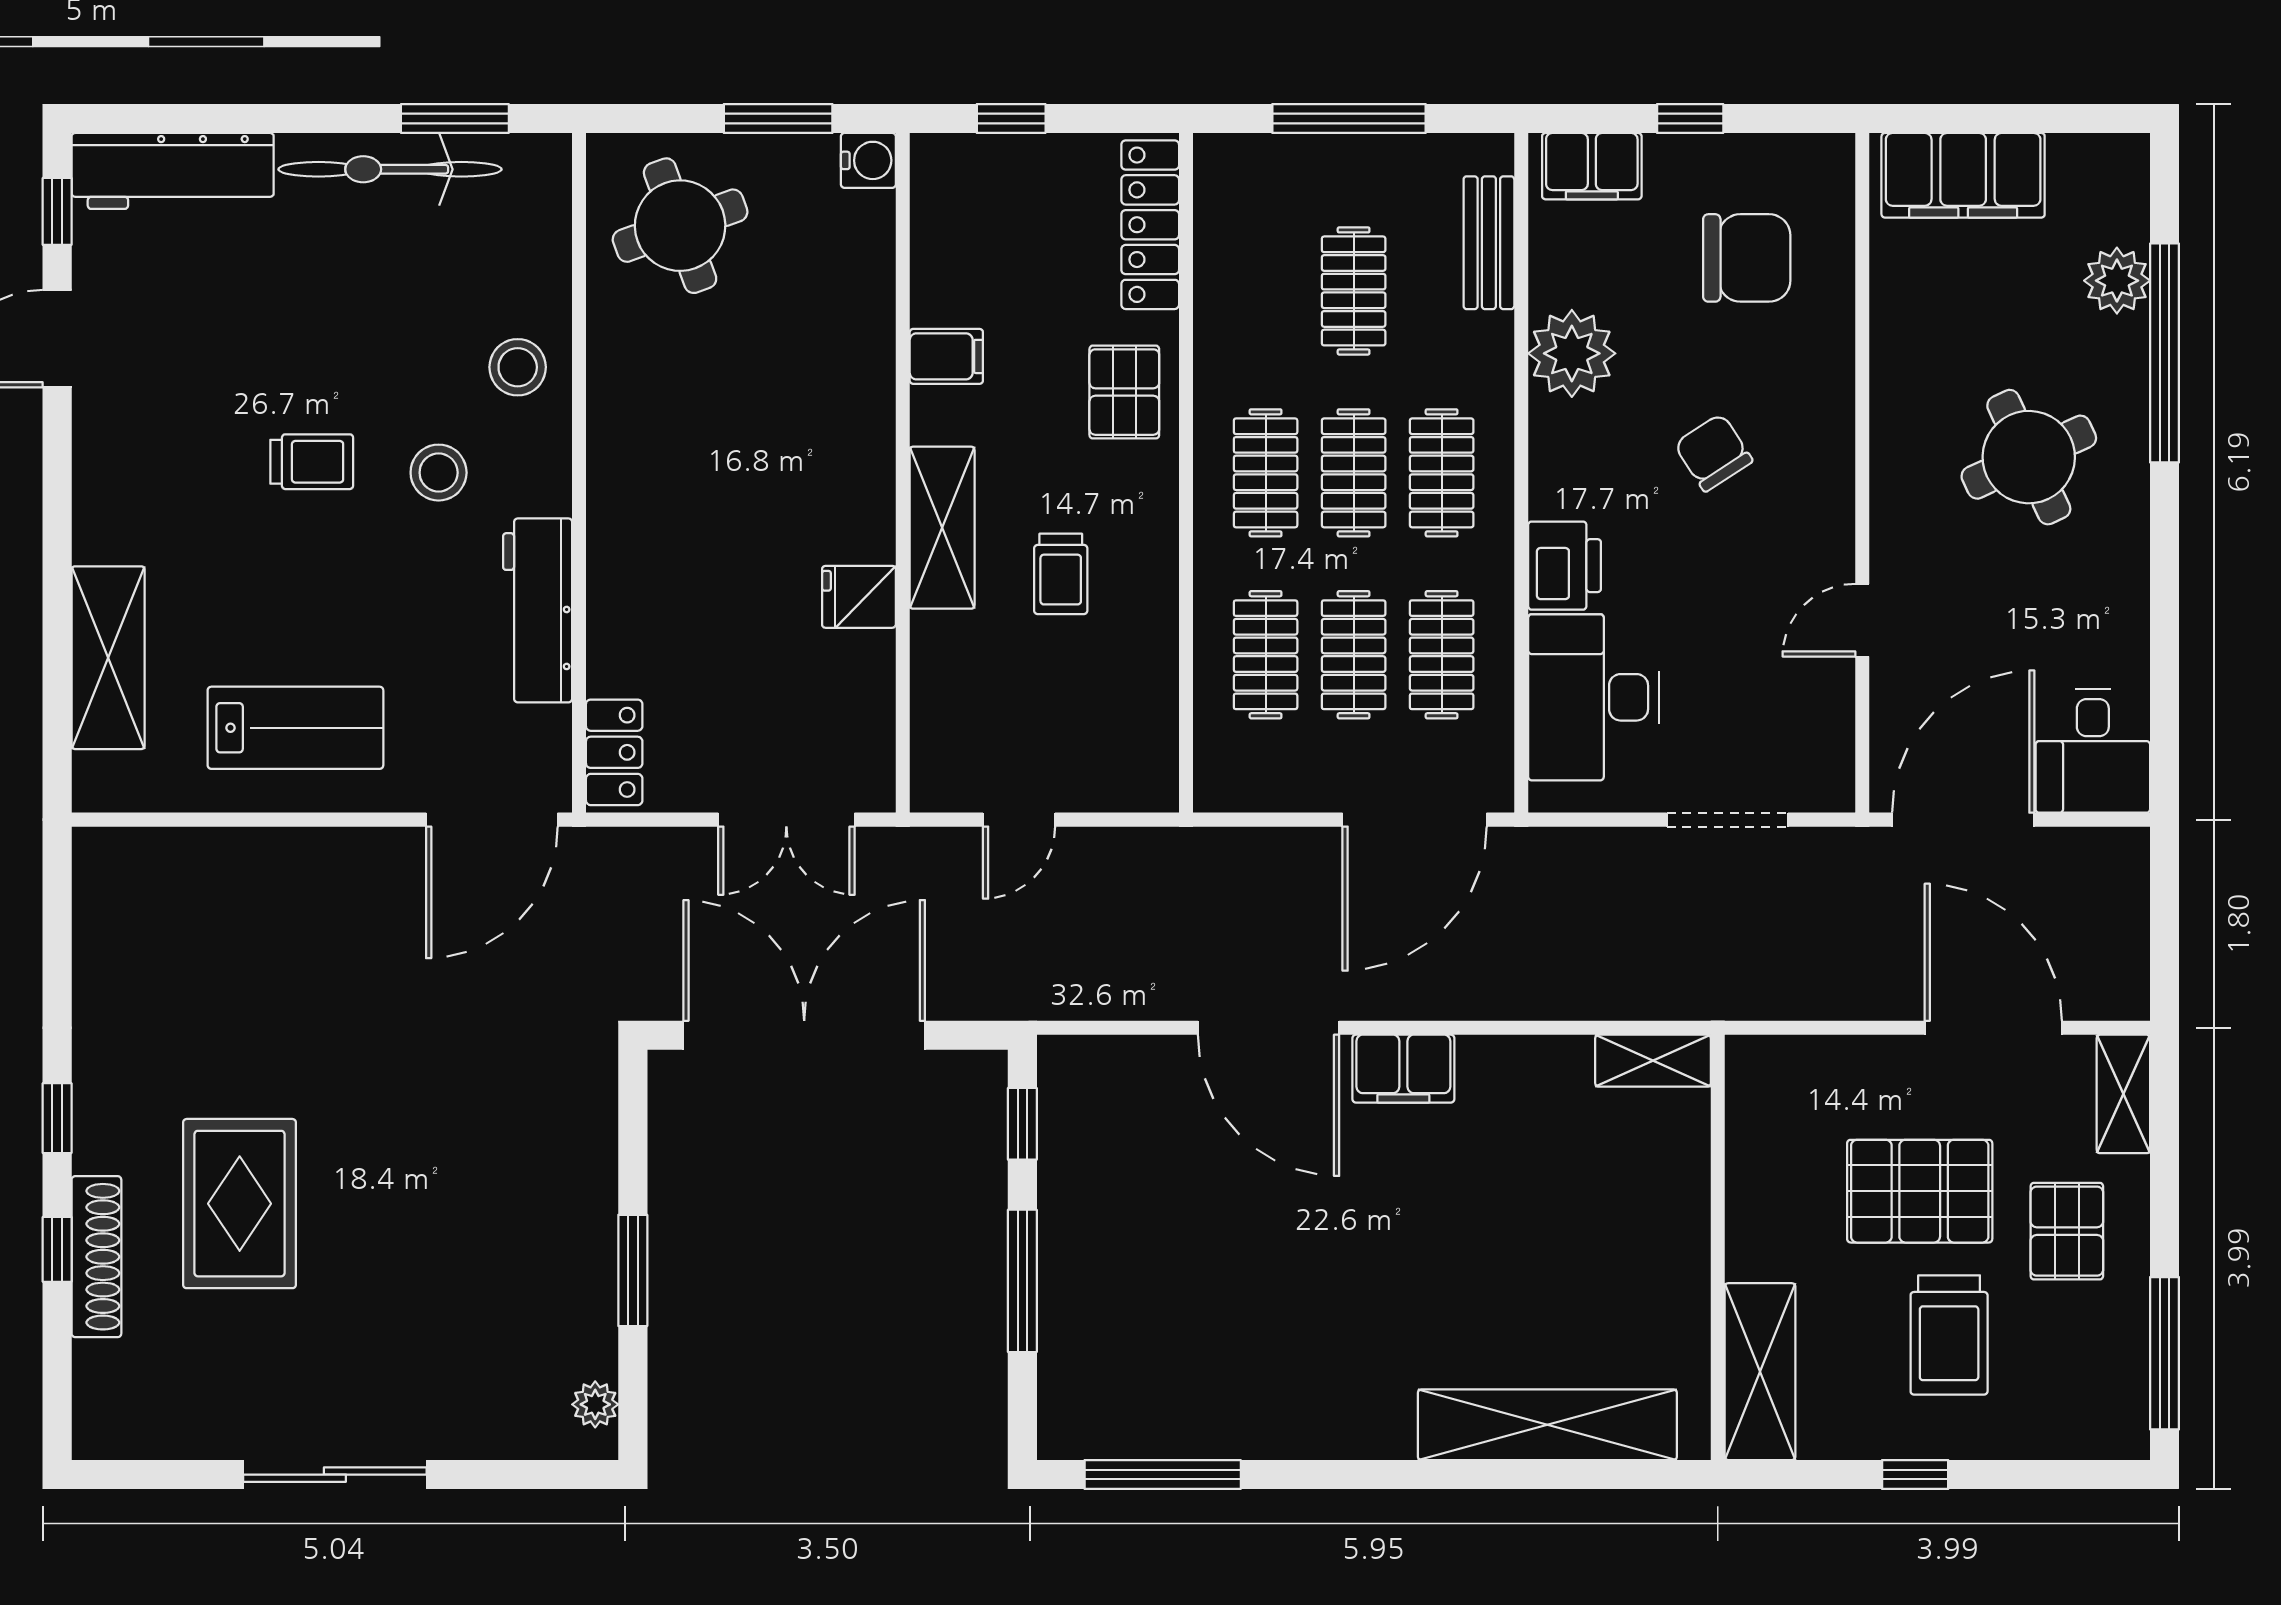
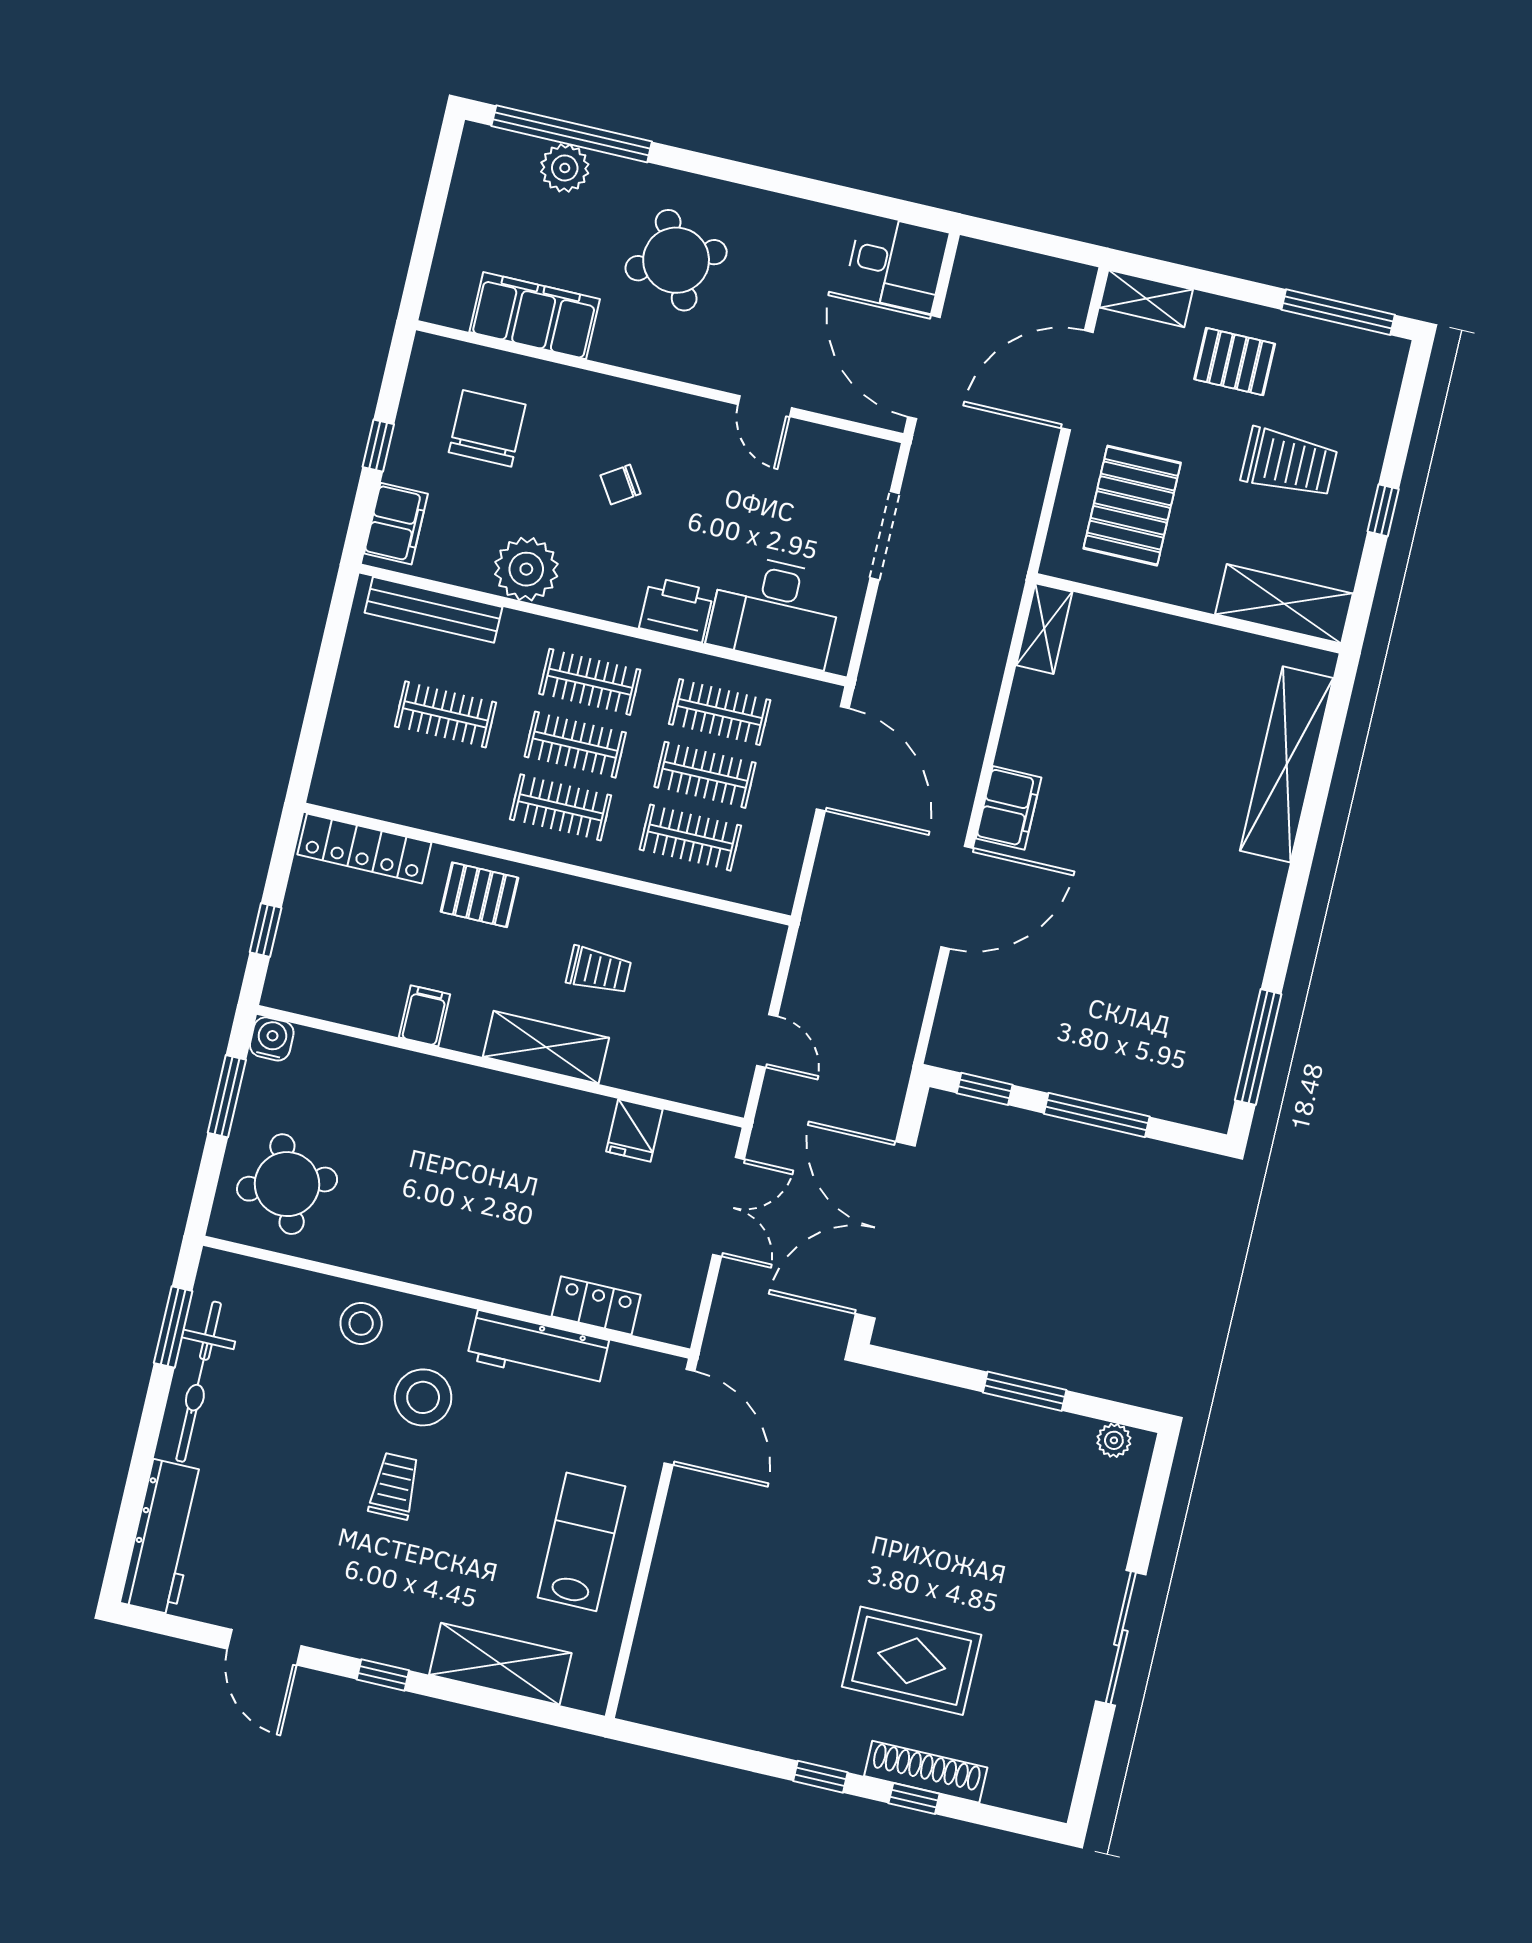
window: (1349, 119) -> (322, 689), removed
filing cabinet: (1963, 175) -> (535, 316), moved, turned -90
window: (57, 211) -> (383, 1675), moved
bench: (1489, 243) -> (433, 610), width x1.36
window: (2165, 353) -> (572, 134), moved
chair: (1713, 453) -> (620, 485), width x0.73, depth x0.73
stool: (439, 473) -> (423, 1397), width x1.38, depth x1.38
fridge: (859, 597) -> (634, 1130), moved
locker: (614, 752) -> (596, 1306), moved
pallet: (1920, 1191) -> (1132, 506), moved

